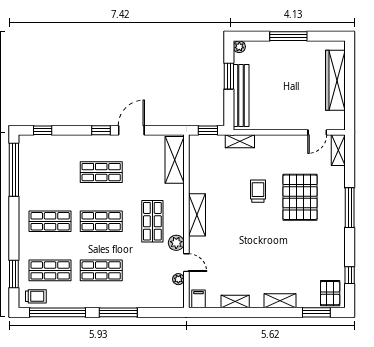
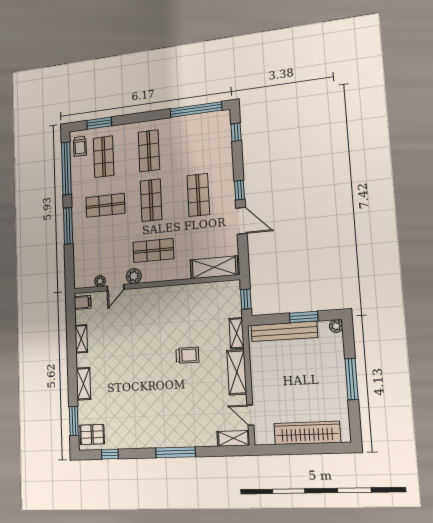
pallet: (300, 197) -> (183, 399), removed
shelving: (197, 215) -> (237, 372), moved, turned 90
shop shelf: (101, 270) -> (105, 205), turned 90

